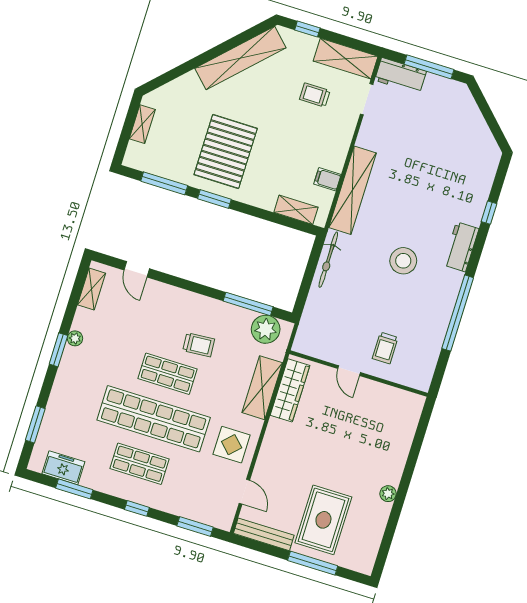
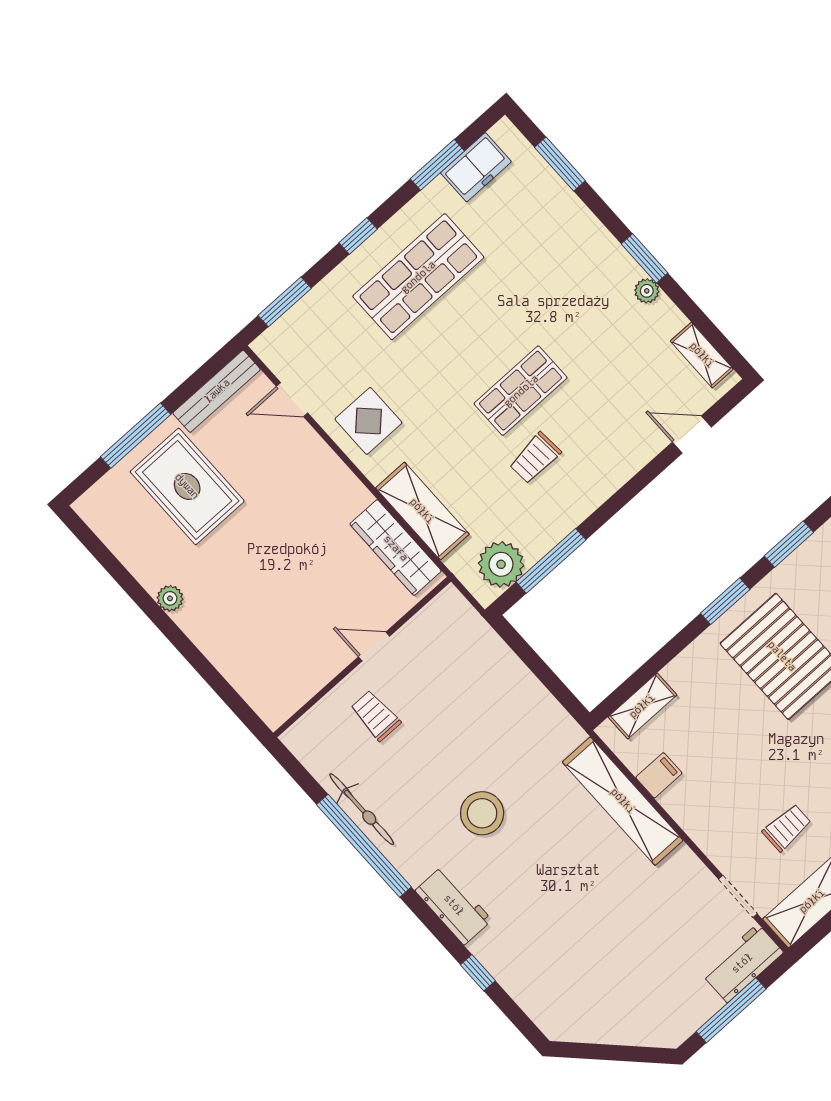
window: (164, 183) -> (789, 544), width x0.69
bicycle: (328, 260) -> (362, 809), moved, turned 180
shop shelf: (154, 419) -> (469, 334), removed
shop shelf: (140, 464) -> (418, 277), width x1.43, depth x1.36

